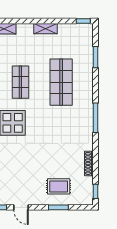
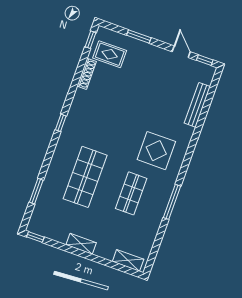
window: (95, 118) -> (61, 123), width x0.46
rug: (59, 186) -> (110, 54), moved

